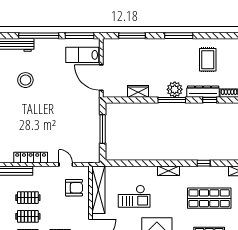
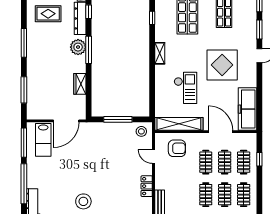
stool: (25, 80) -> (83, 201), moved
stool: (91, 152) -> (141, 131), added
locker: (31, 158) -> (147, 186), width x0.66
door: (66, 165) -> (154, 157), hinge flipped
armchair: (74, 188) -> (177, 148), turned 90
clothes rail: (28, 198) -> (206, 162), moved

